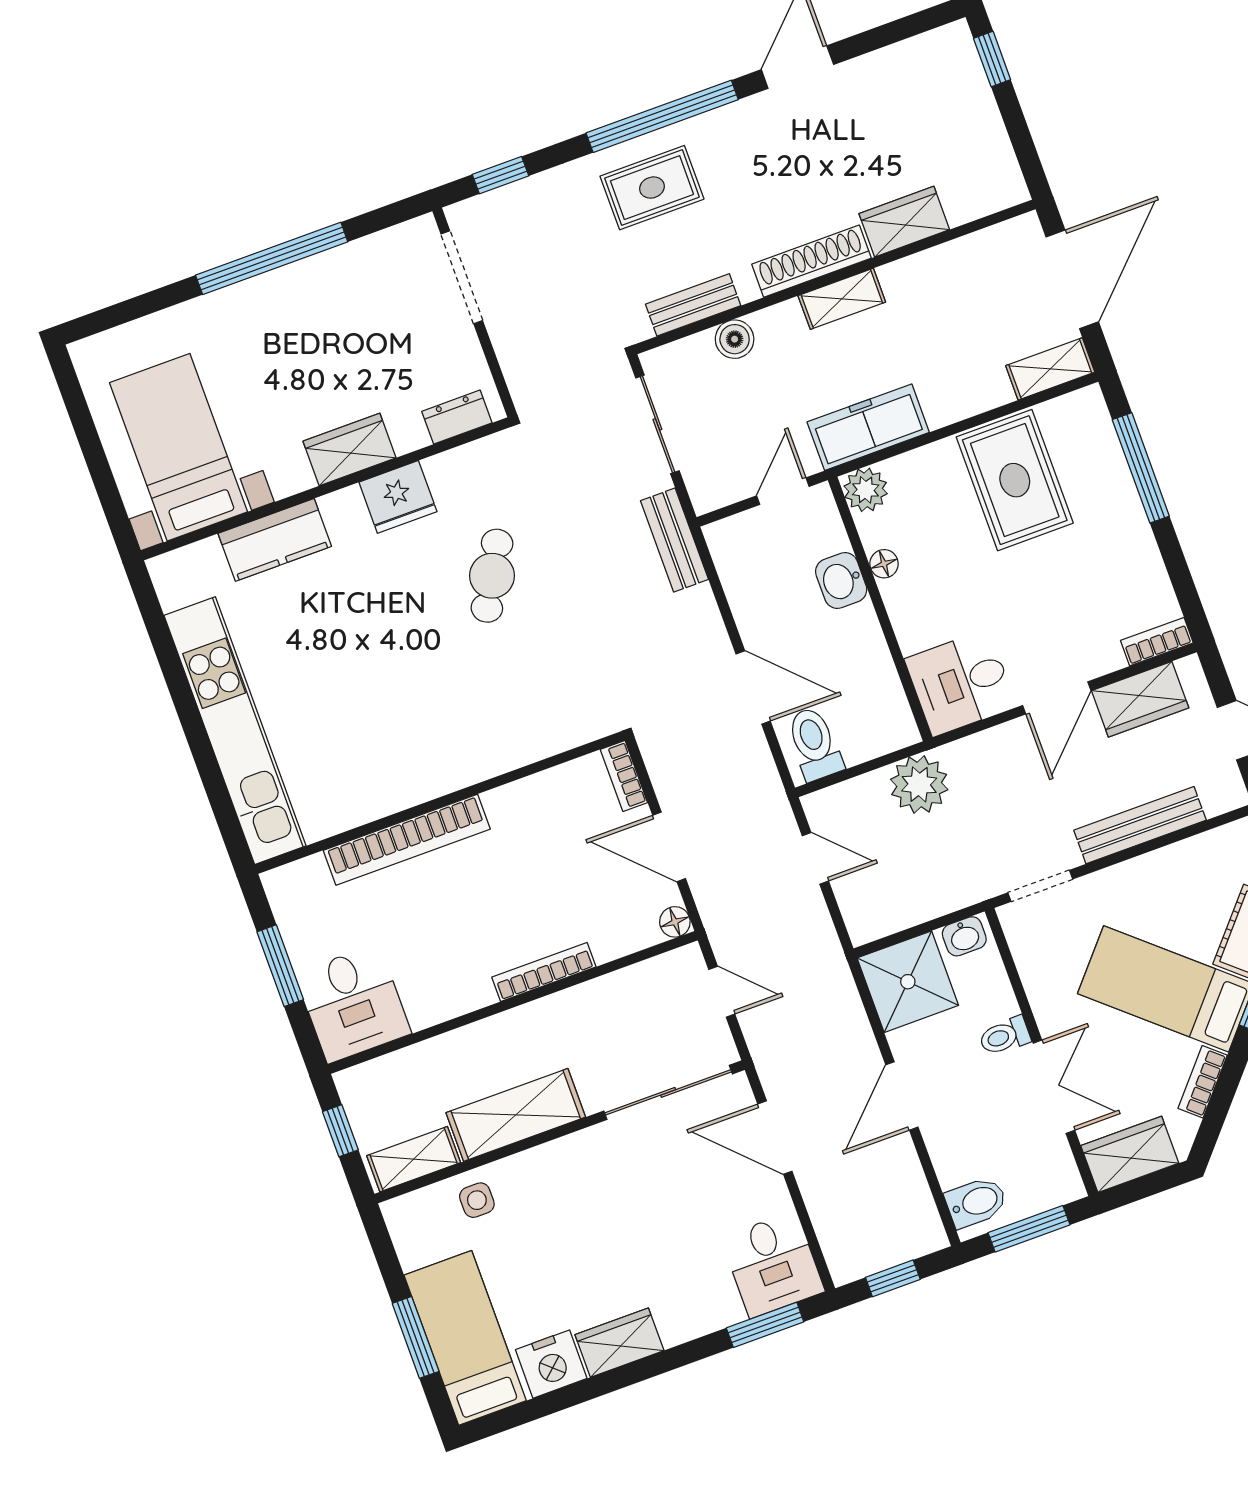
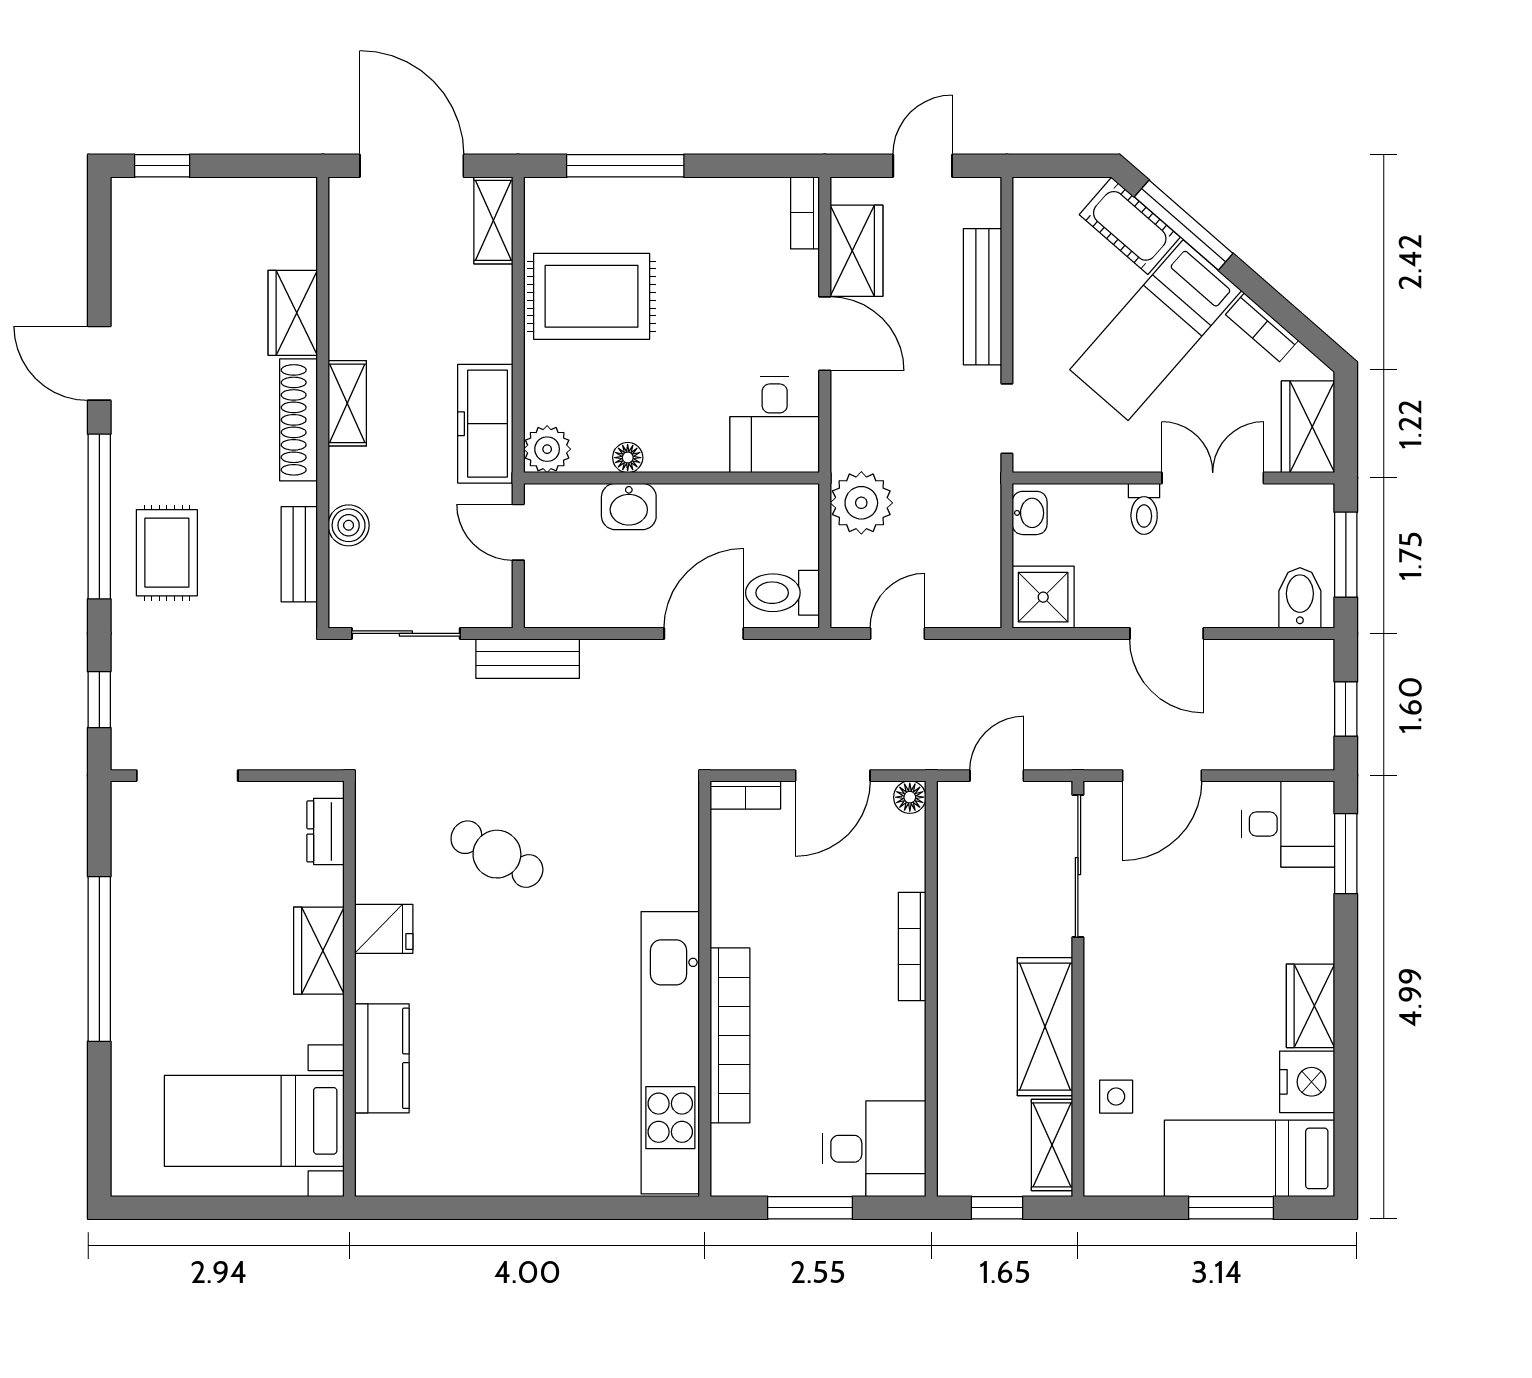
fridge: (398, 497) -> (384, 929), width x0.72
kitchen unit: (235, 731) -> (670, 1053), moved, turned -90
shower: (908, 982) -> (1043, 597), width x0.73, depth x0.73

